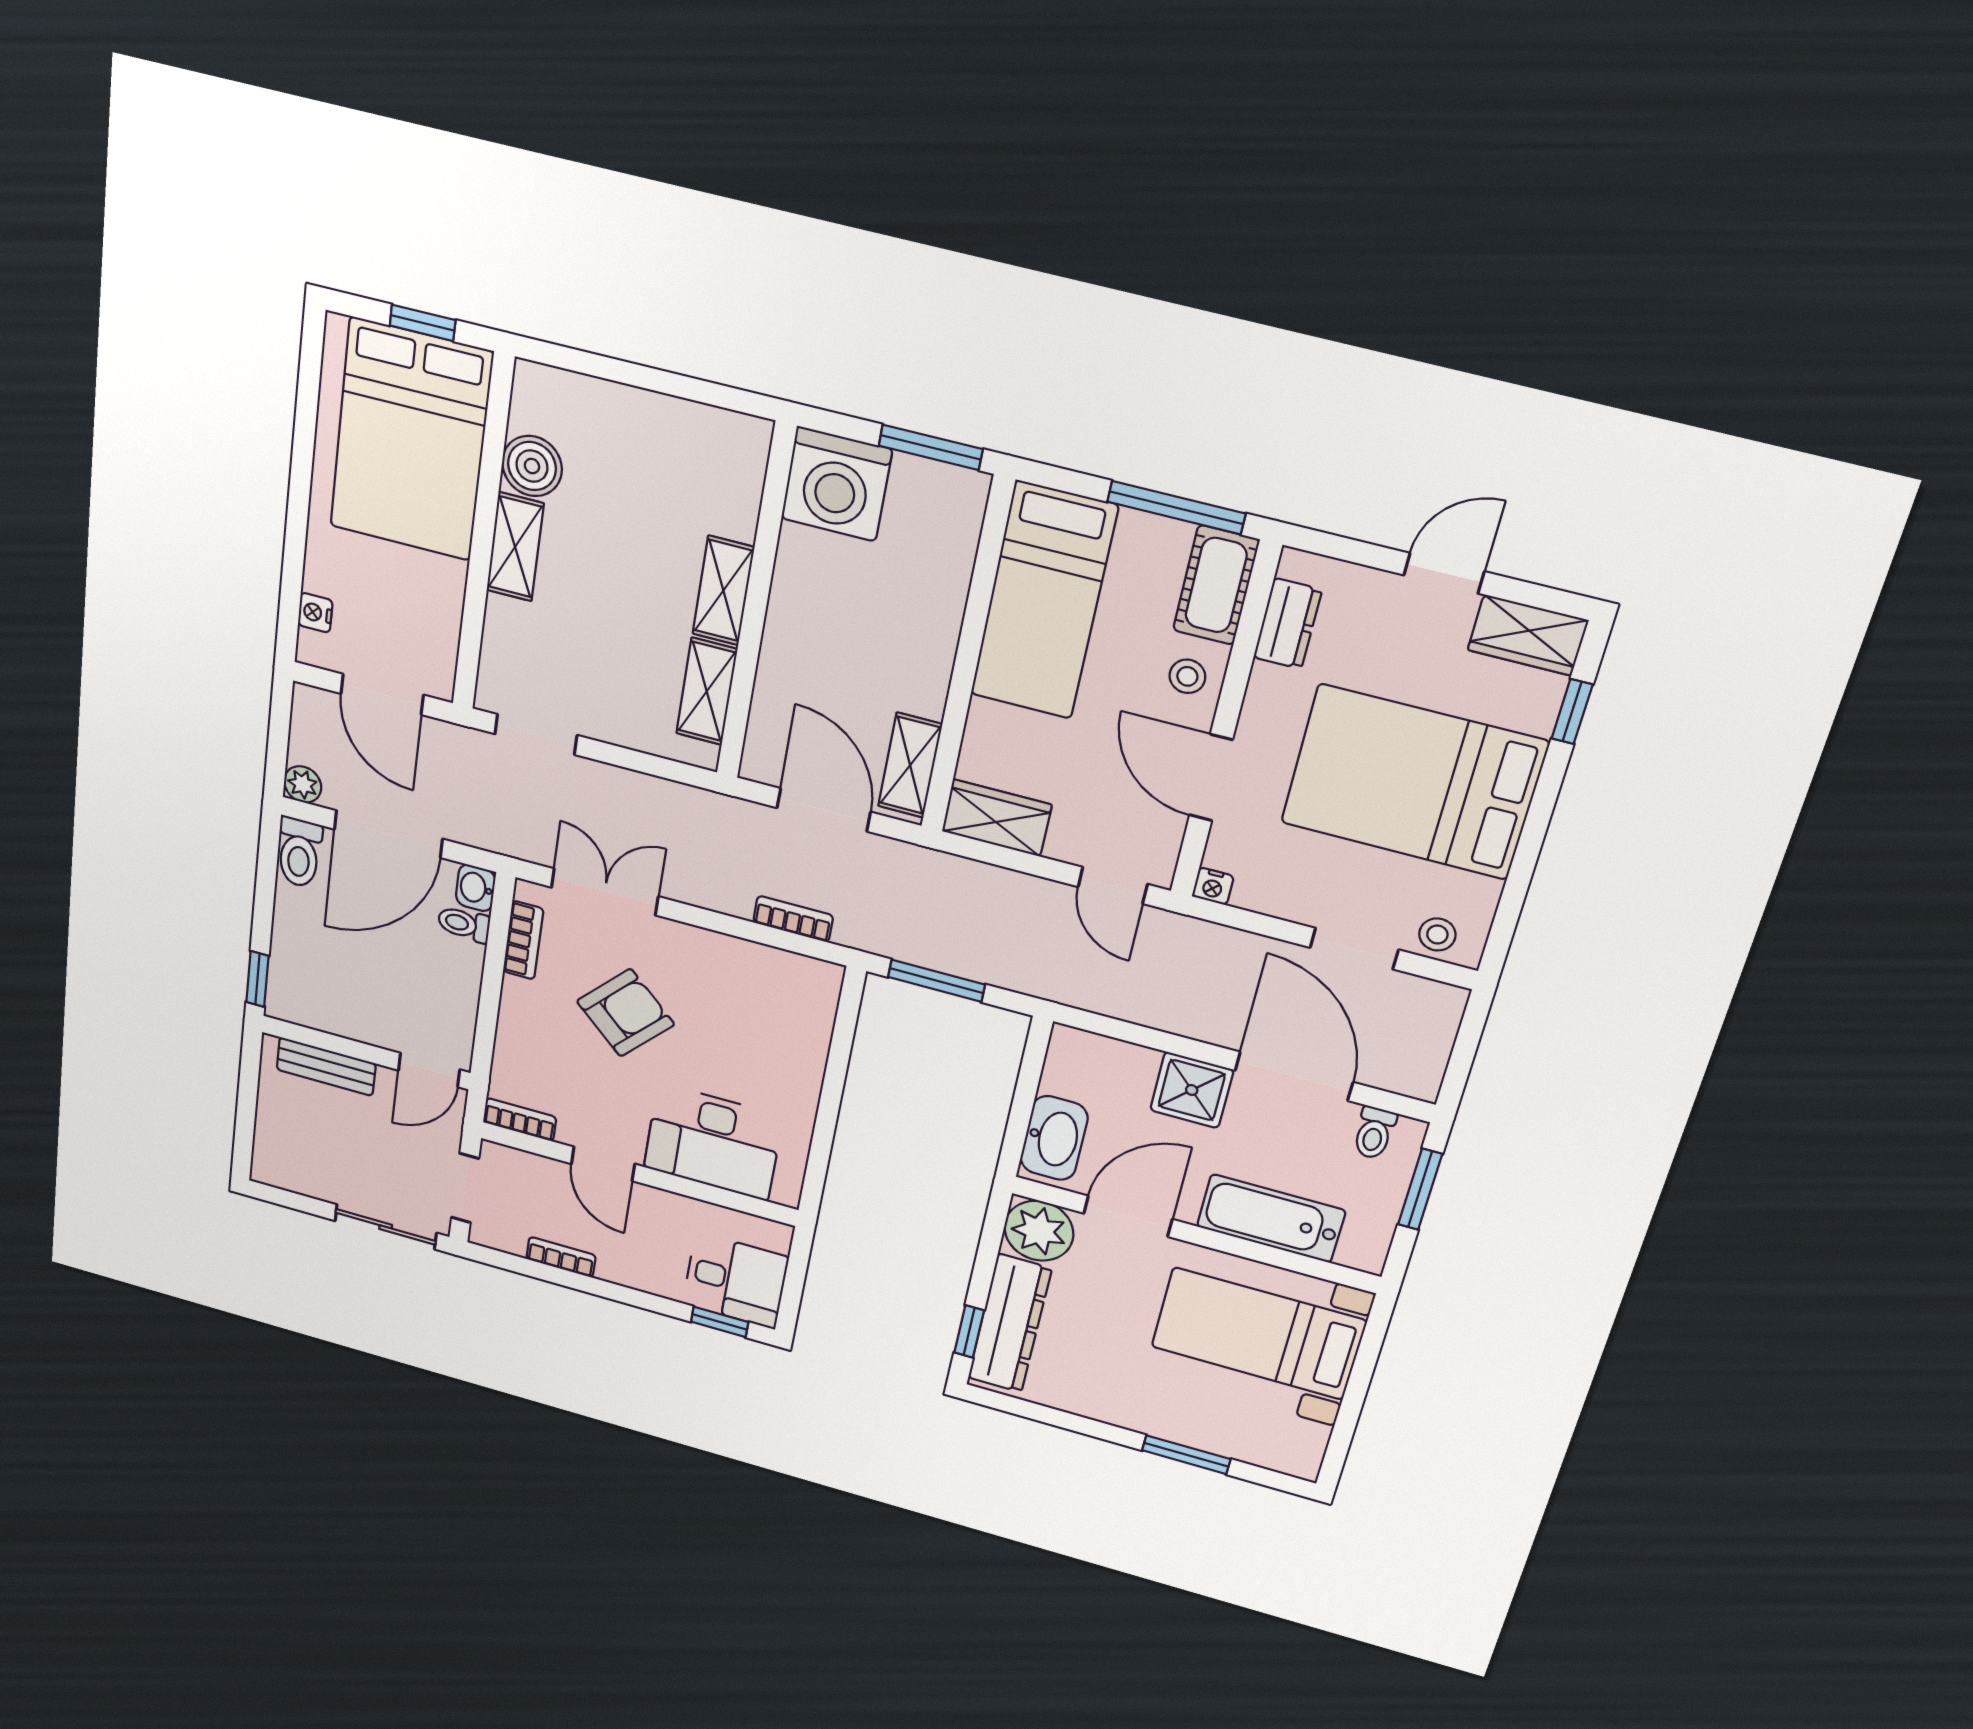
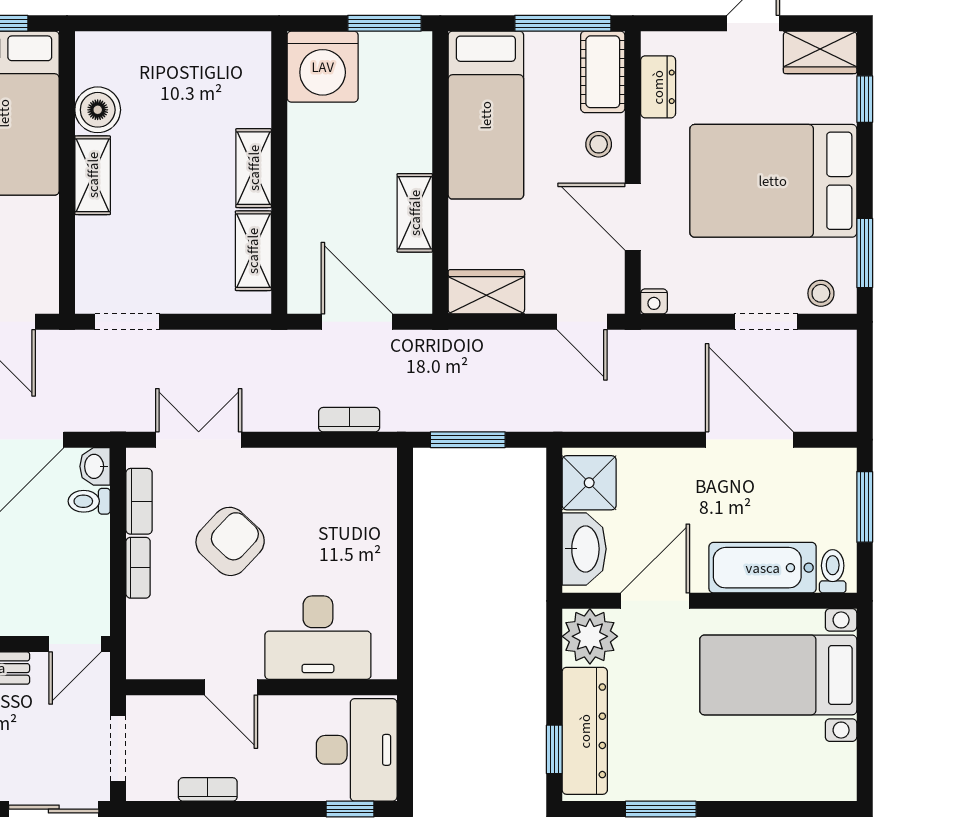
shelving: (910, 765) -> (415, 213), moved
window: (1512, 902) -> (865, 253), added
shower: (1192, 1090) -> (589, 483), moved
bookcase: (520, 1120) -> (138, 568), moved, turned 90
toilet: (1374, 1133) -> (833, 571), moved, turned 180
desk: (735, 1280) -> (357, 750), width x1.37
window: (1186, 1455) -> (661, 809), moved

